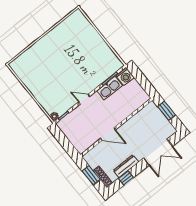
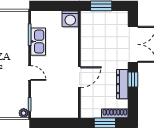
washing machine: (125, 76) -> (70, 19), moved, turned 90
door: (84, 99) -> (30, 73), swing flipped
window: (126, 178) -> (133, 80), moved

